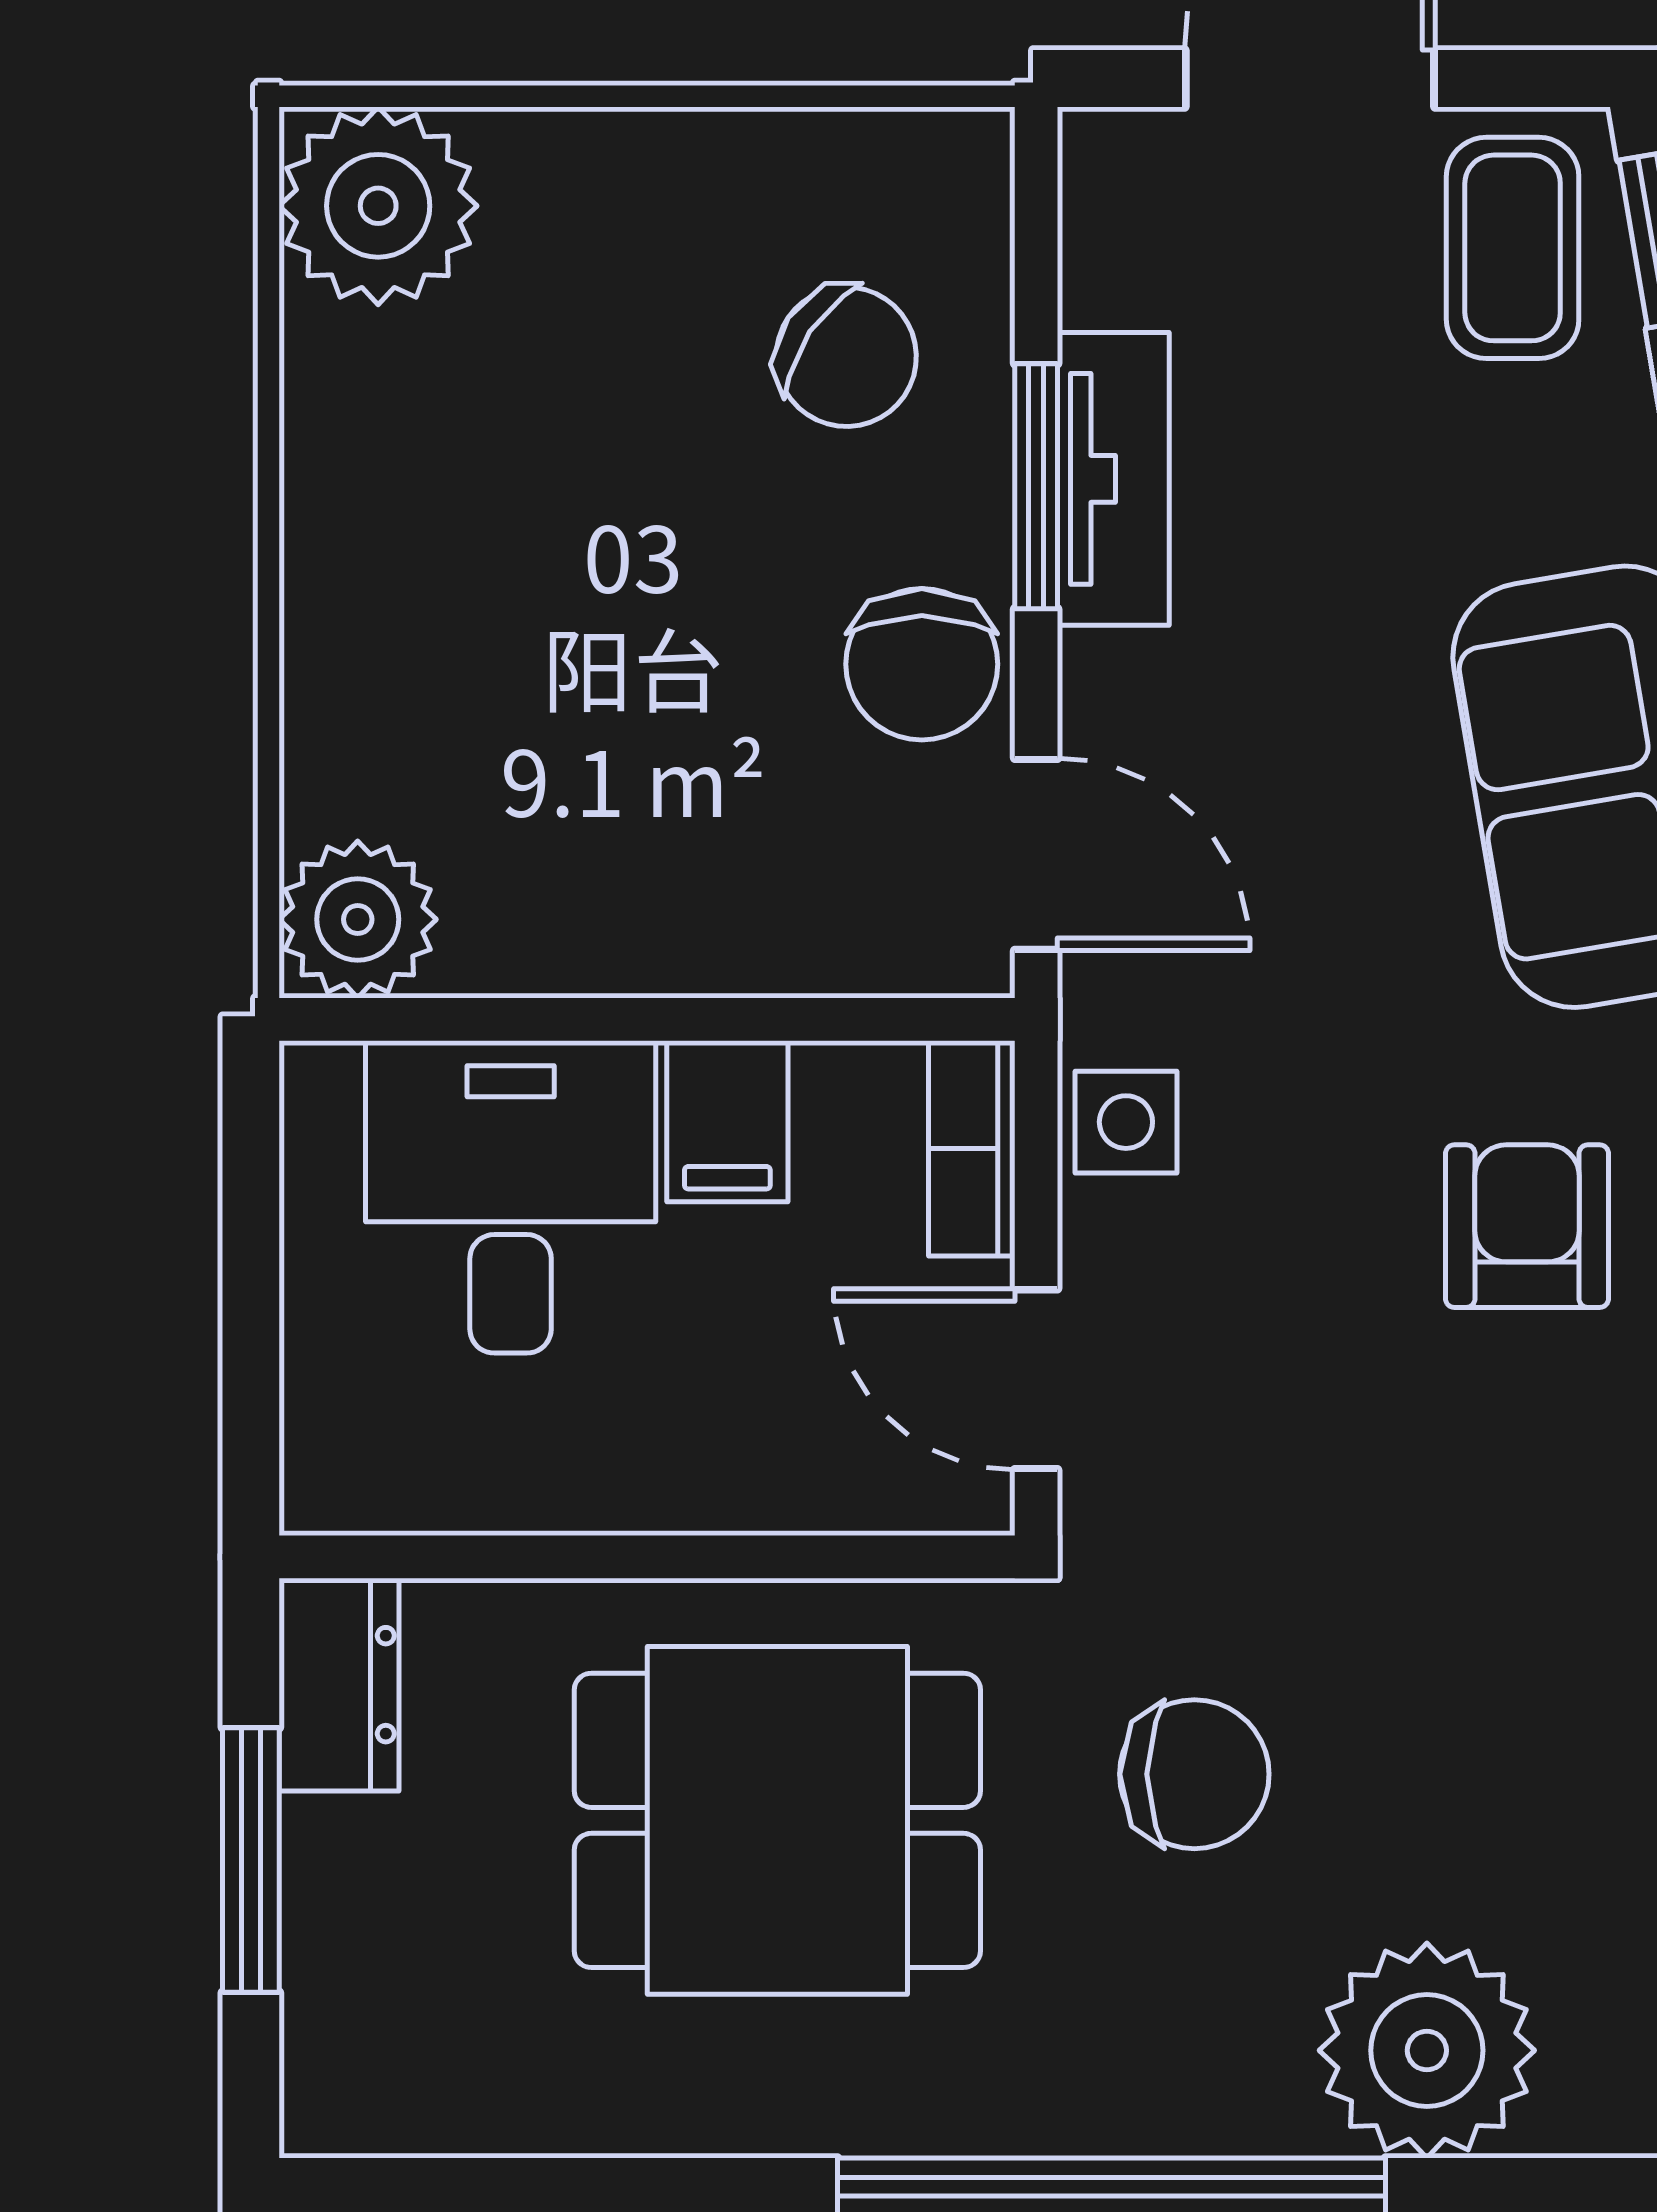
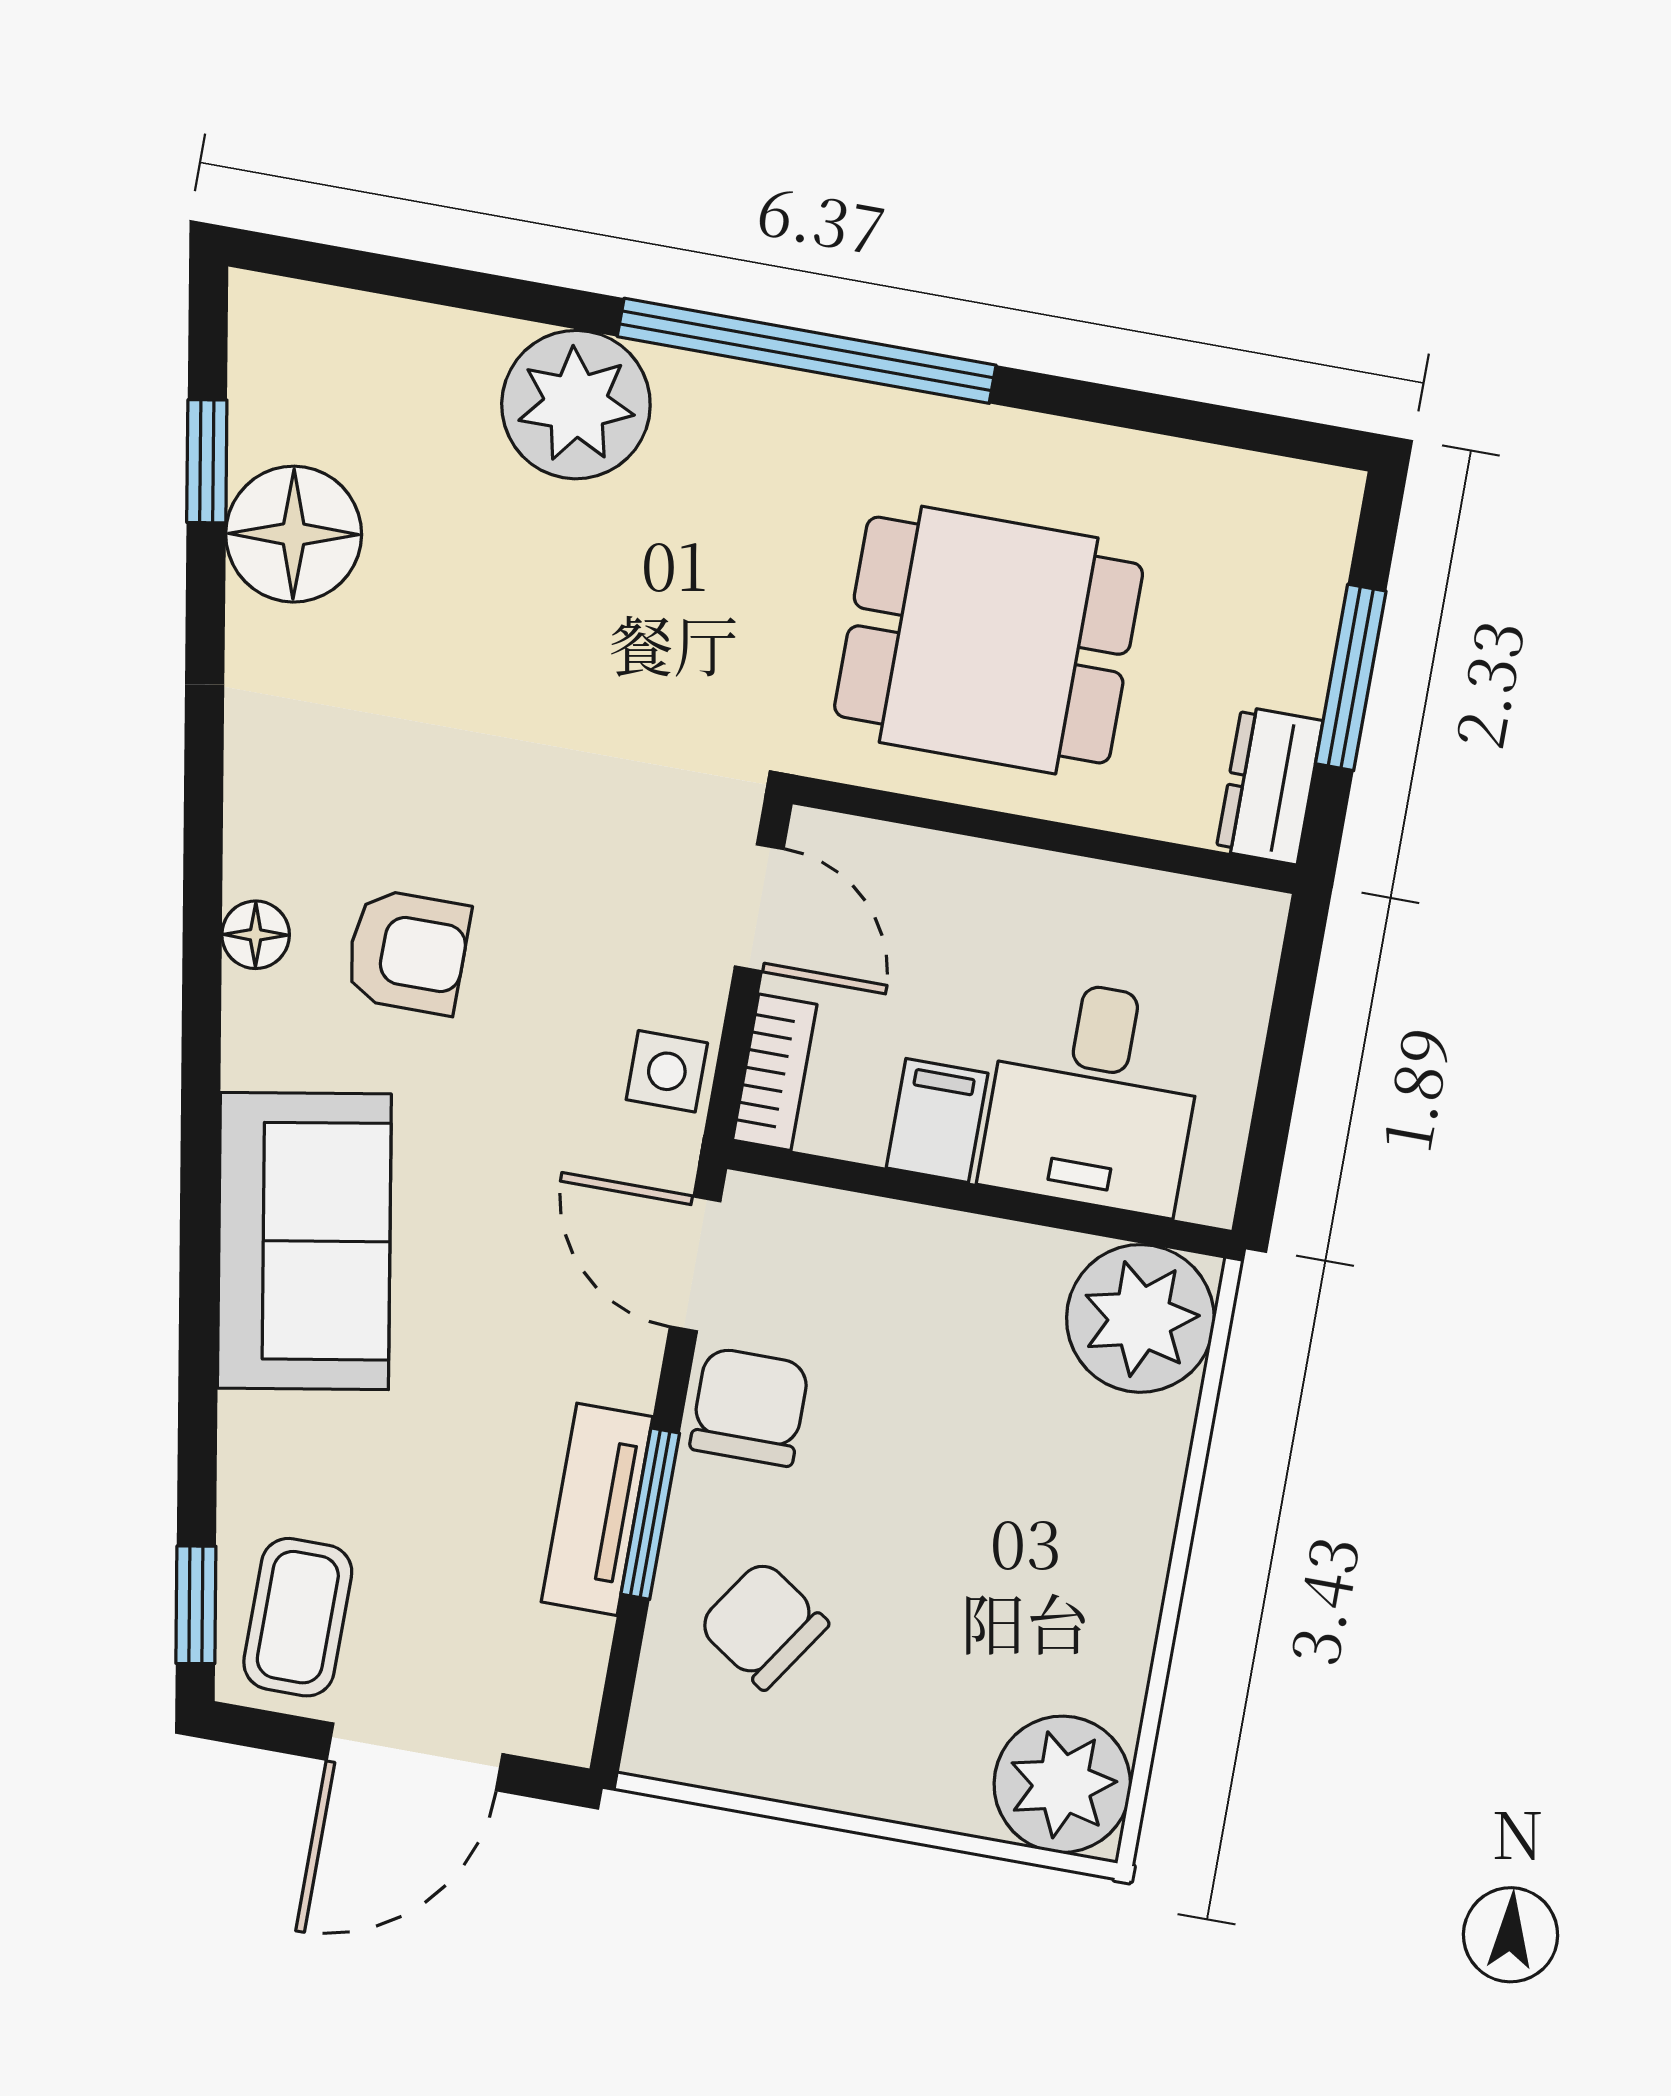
plant: (358, 919) -> (1140, 1318), width x1.36, depth x1.36
armchair: (1527, 1226) -> (407, 952), turned -90
chair: (1194, 1774) -> (700, 620), removed

